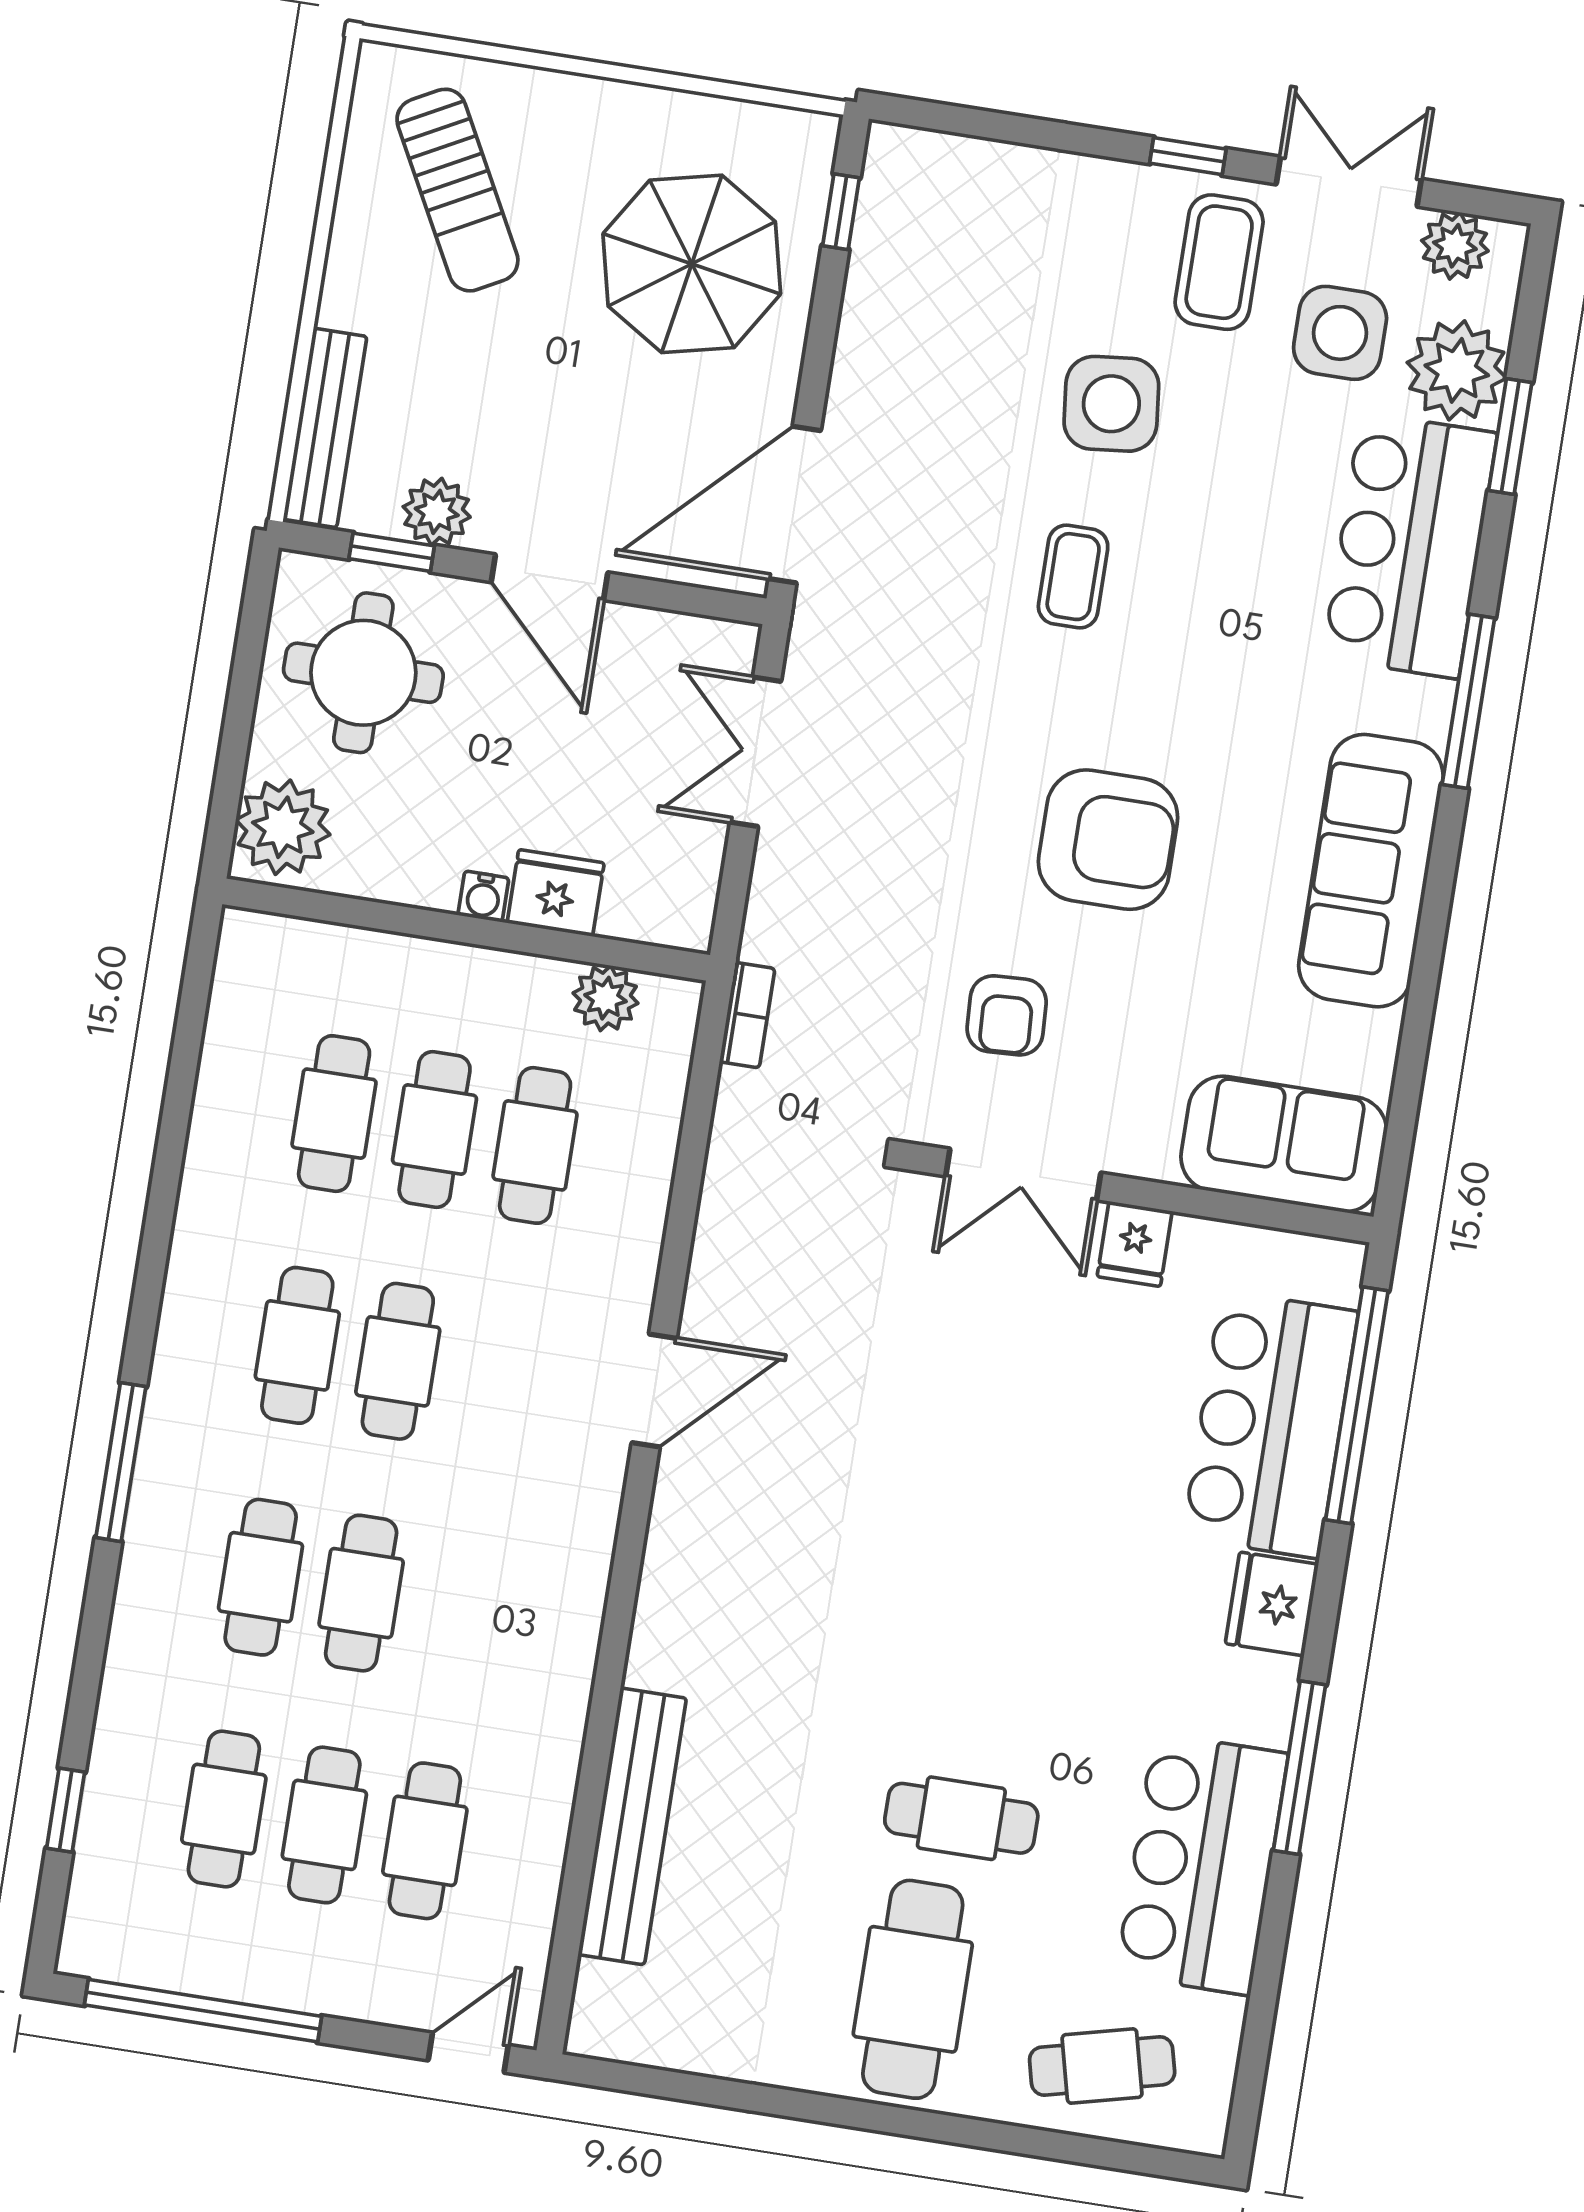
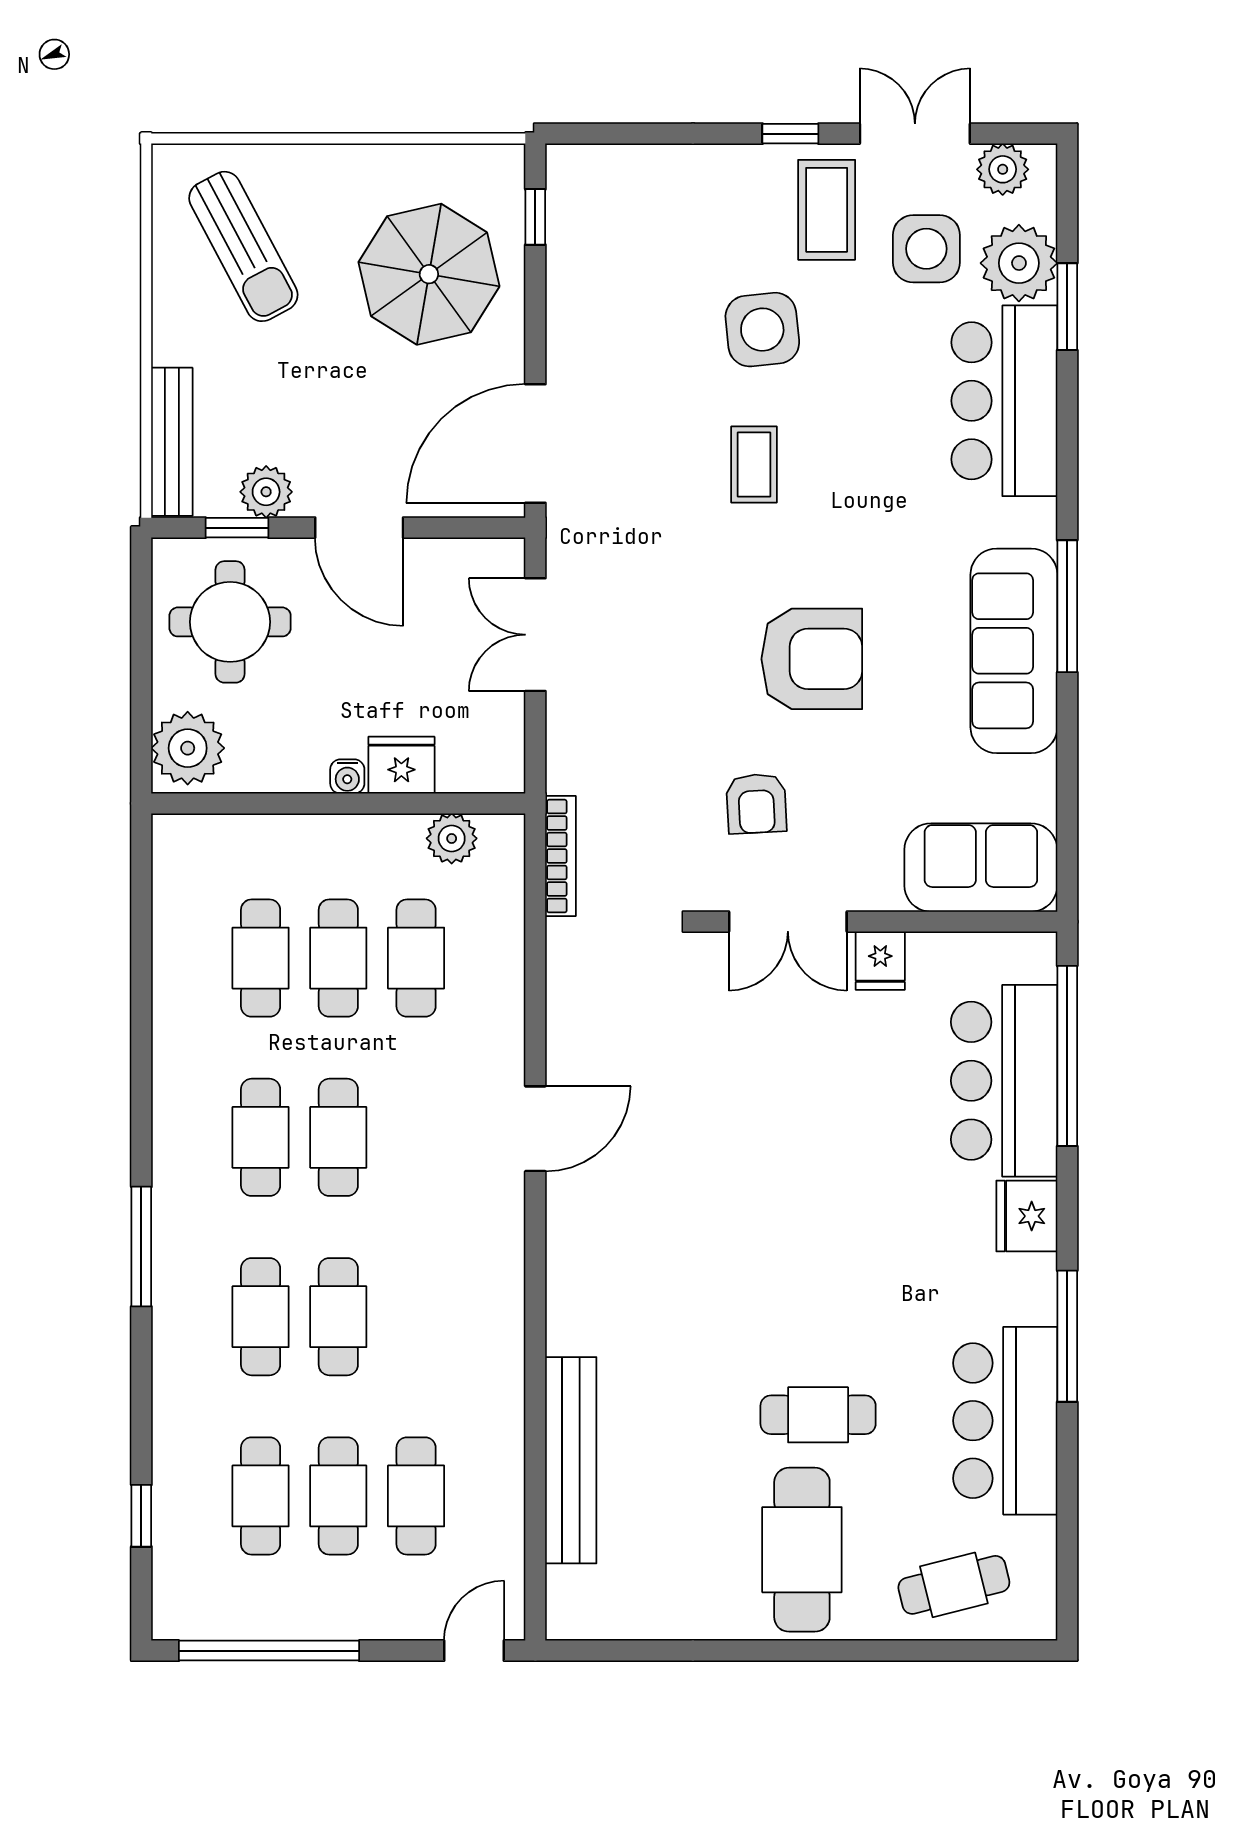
window: (1468, 701) -> (1067, 606), moved
bookcase: (747, 1015) -> (561, 856), width x1.56

